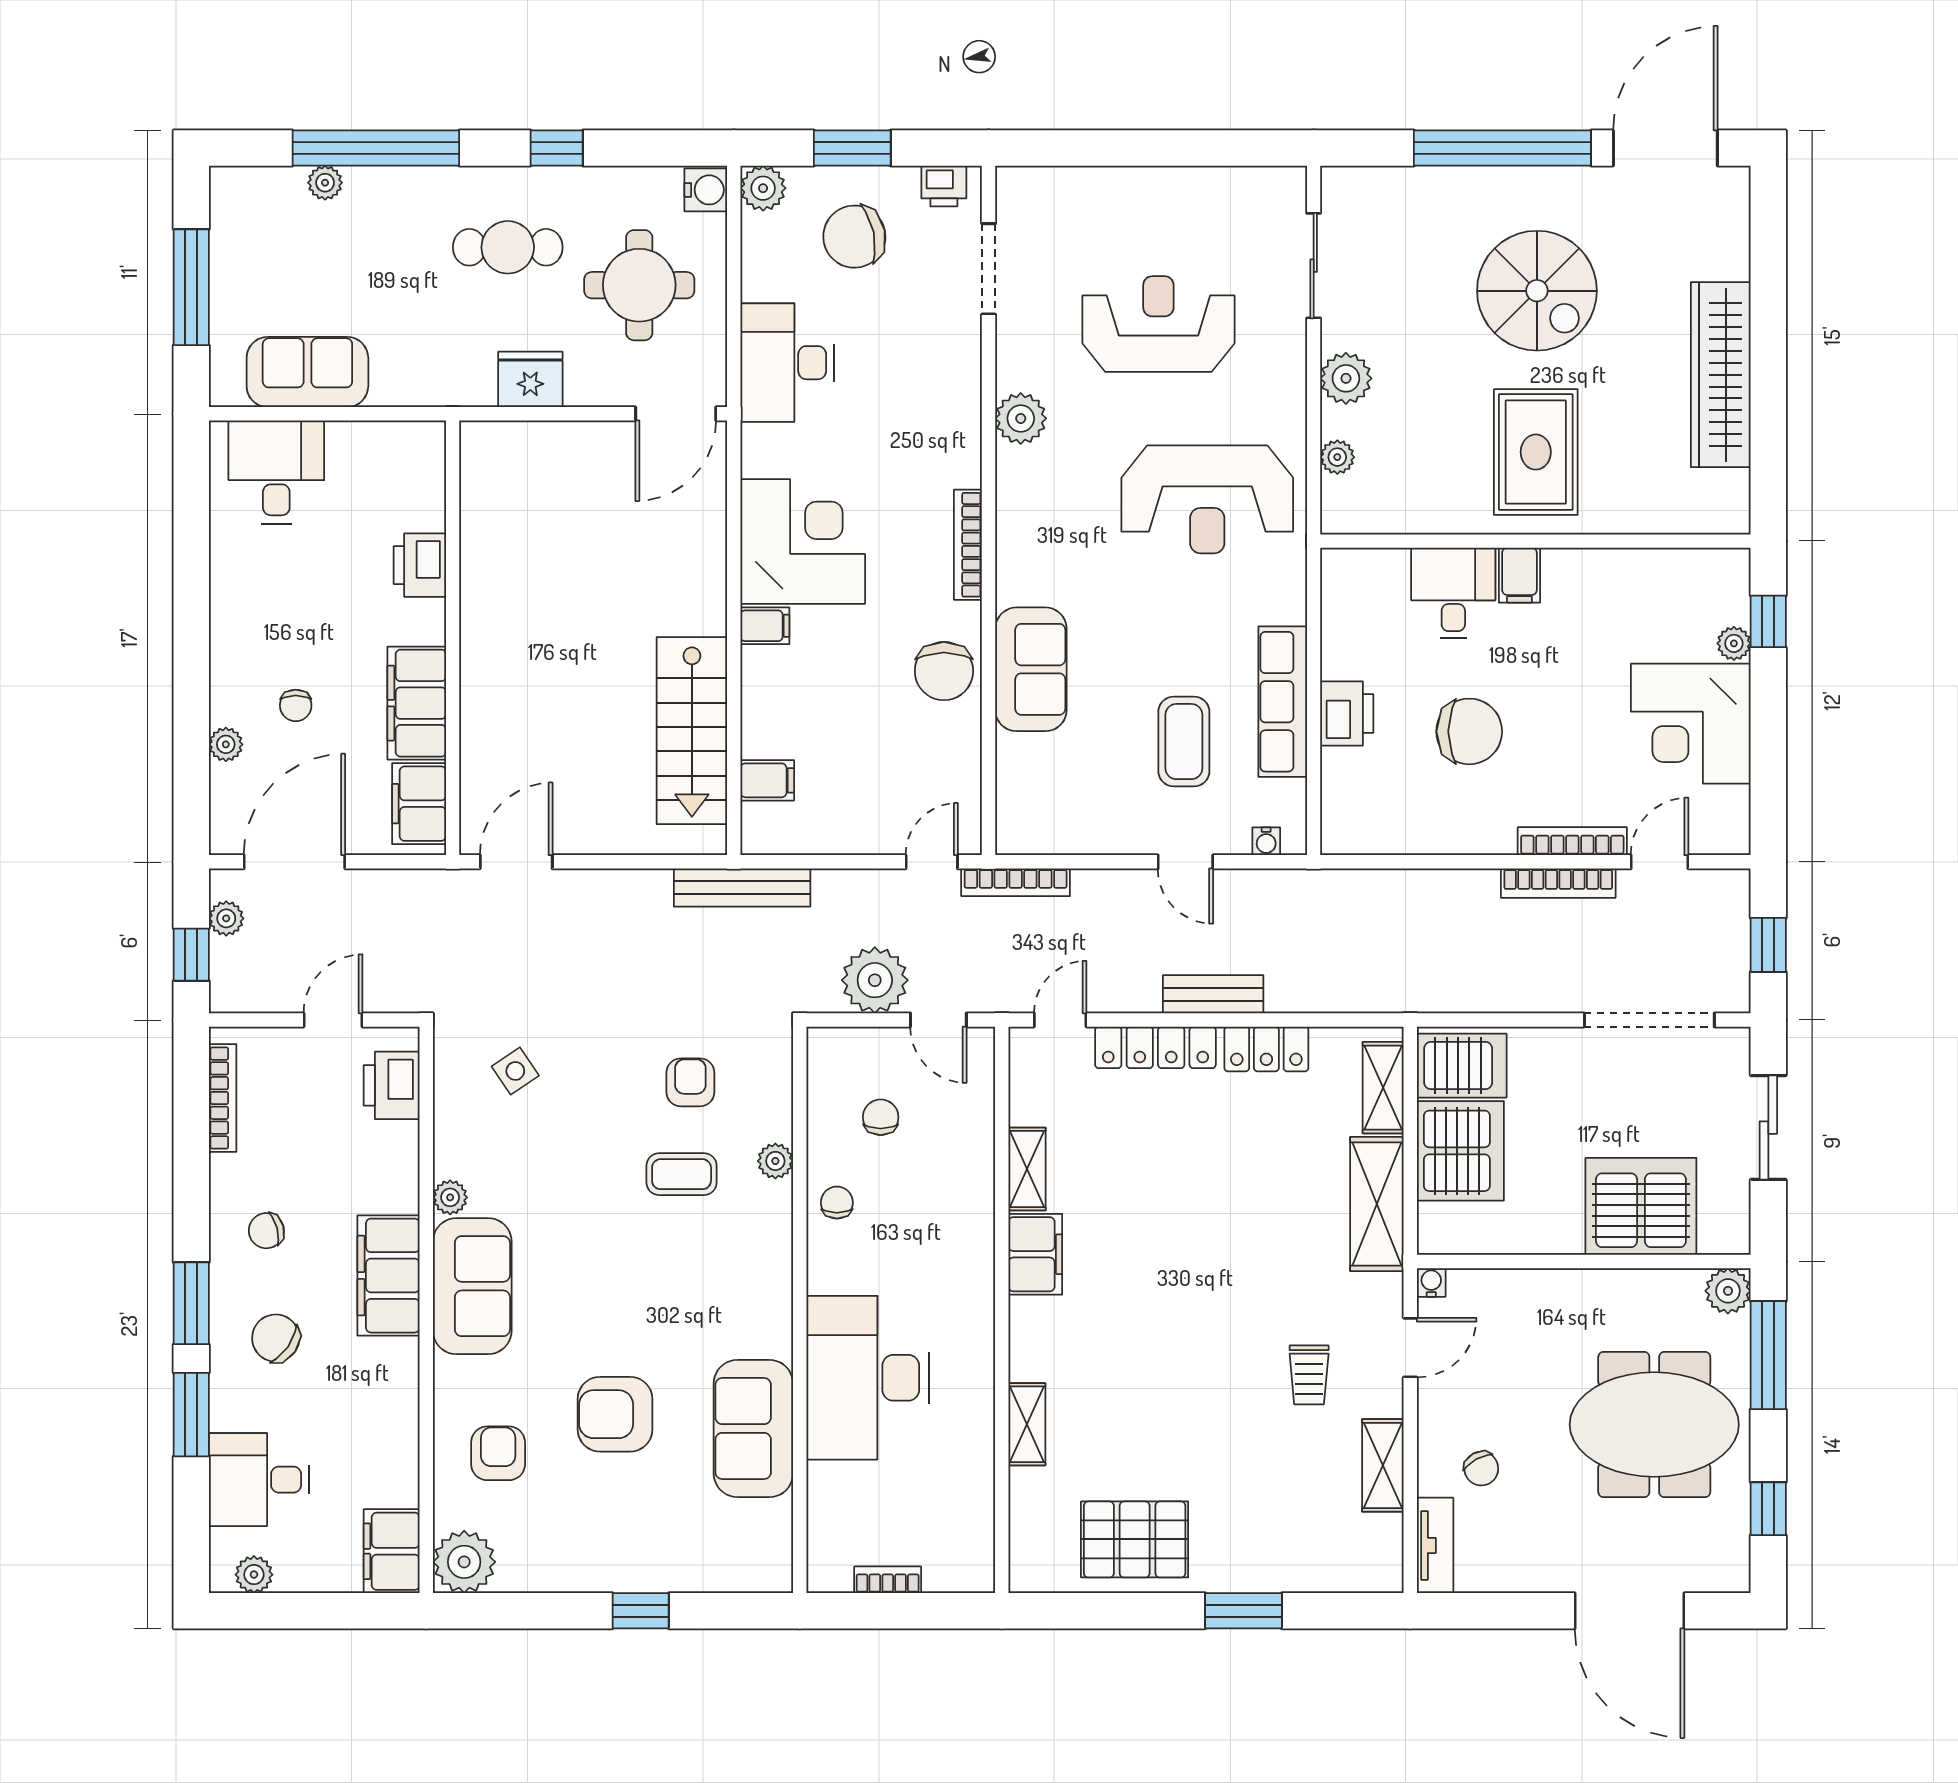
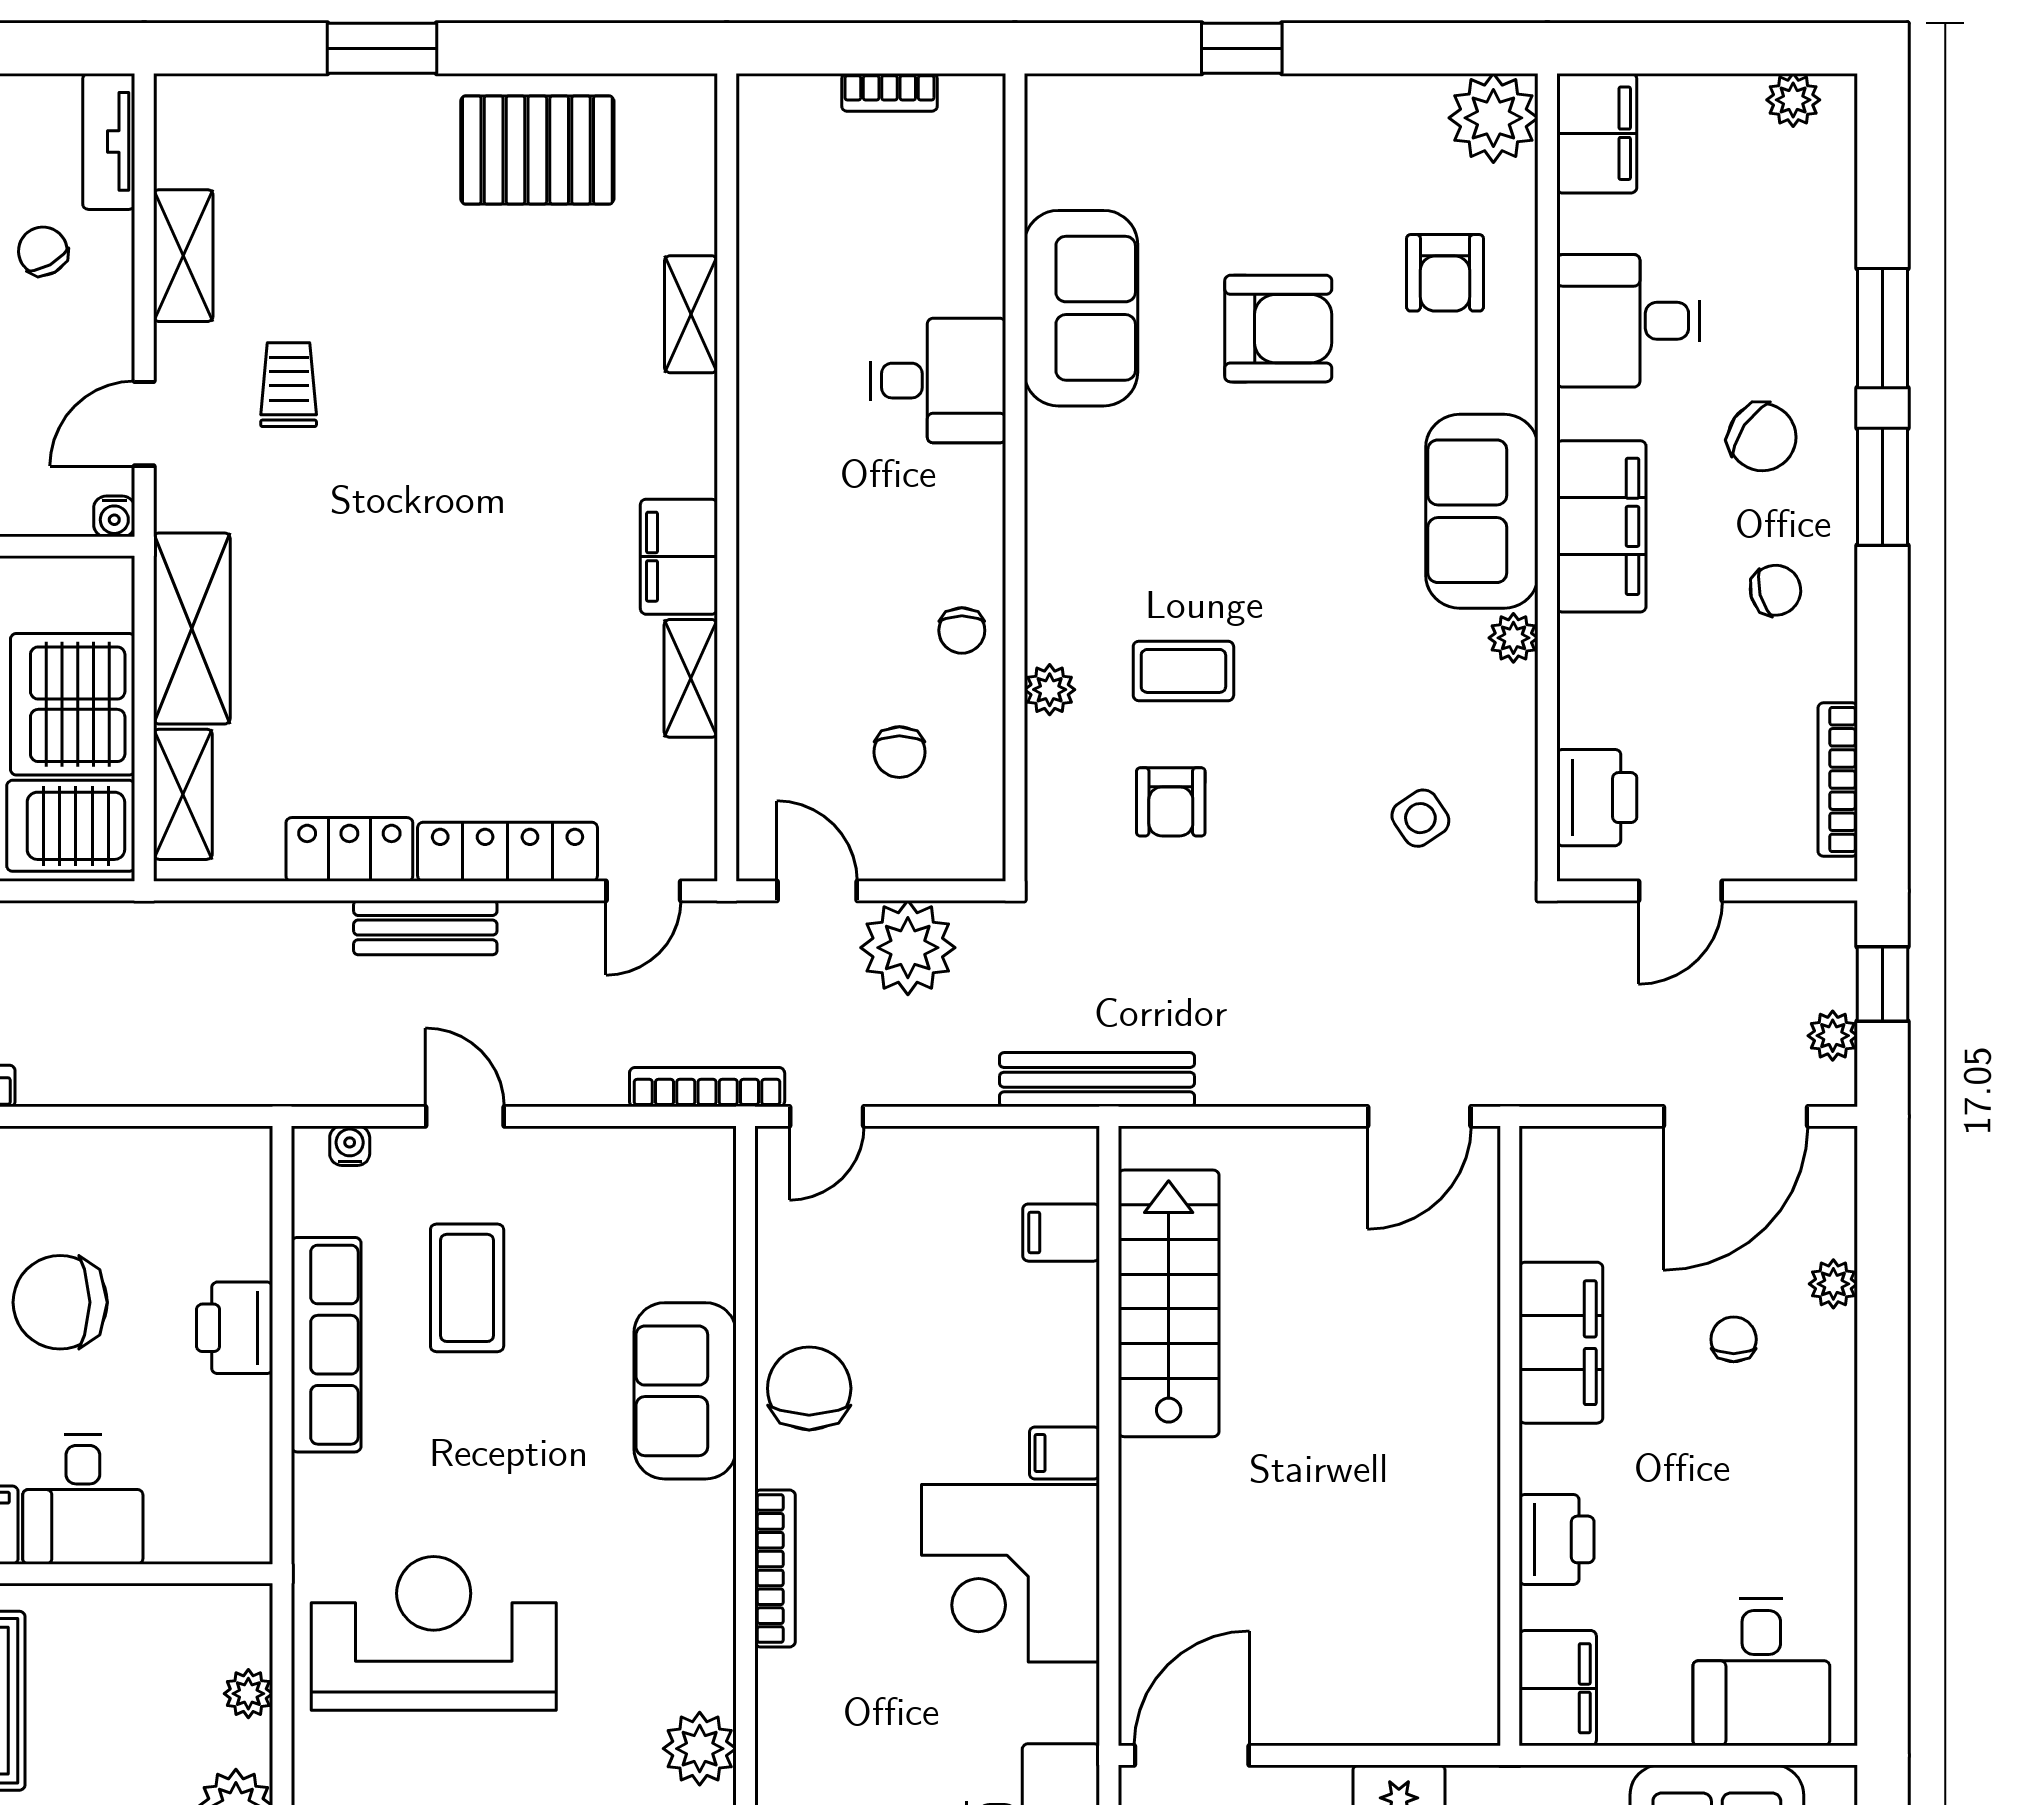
filing cabinet: (419, 804) -> (1558, 1688), moved
desk: (868, 1378) -> (938, 381), width x0.53, depth x0.77
desk: (259, 1480) -> (1628, 321), moved, turned 180

